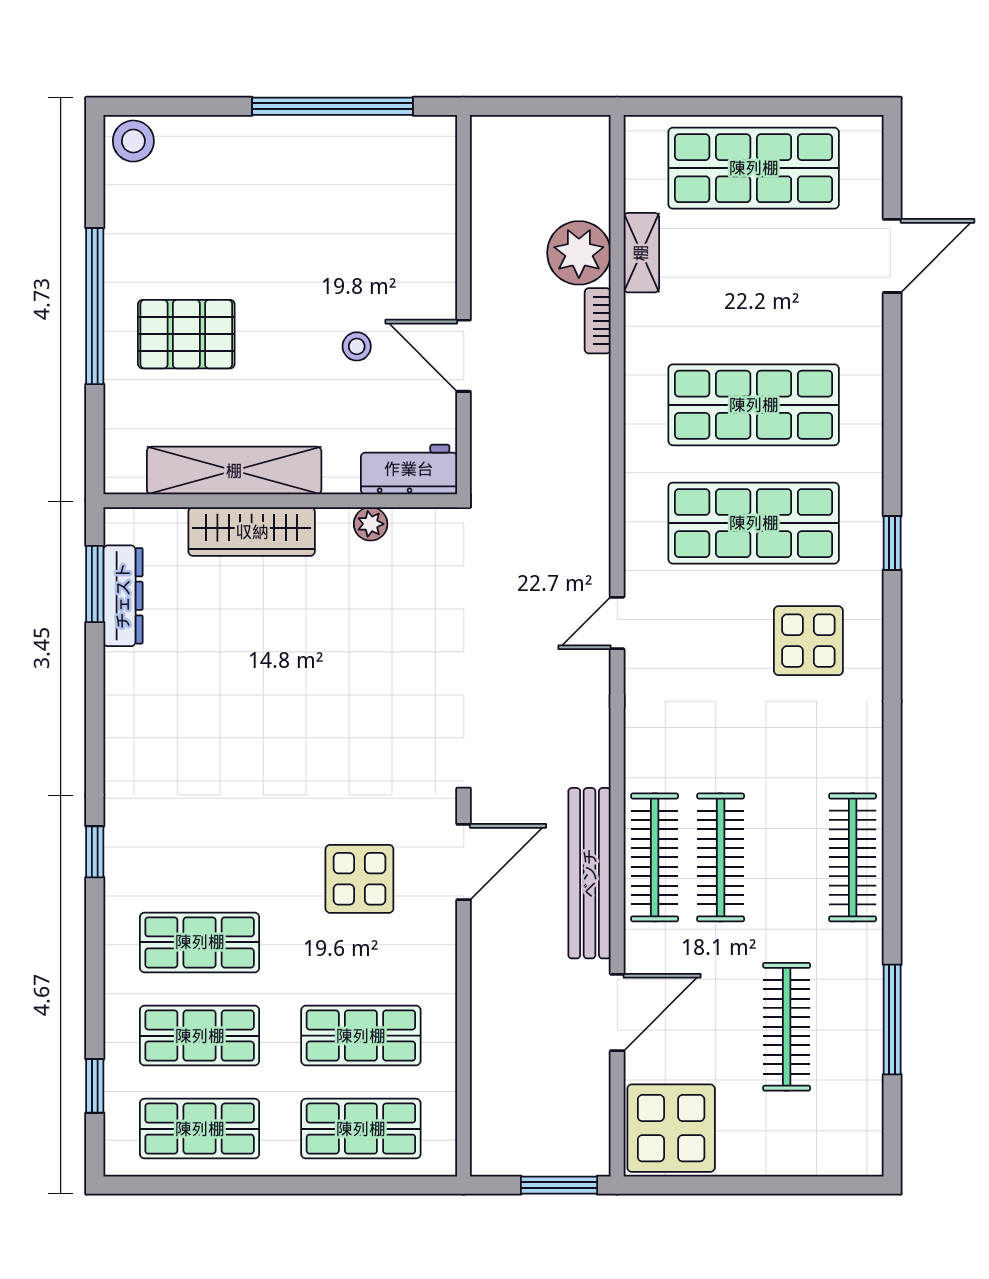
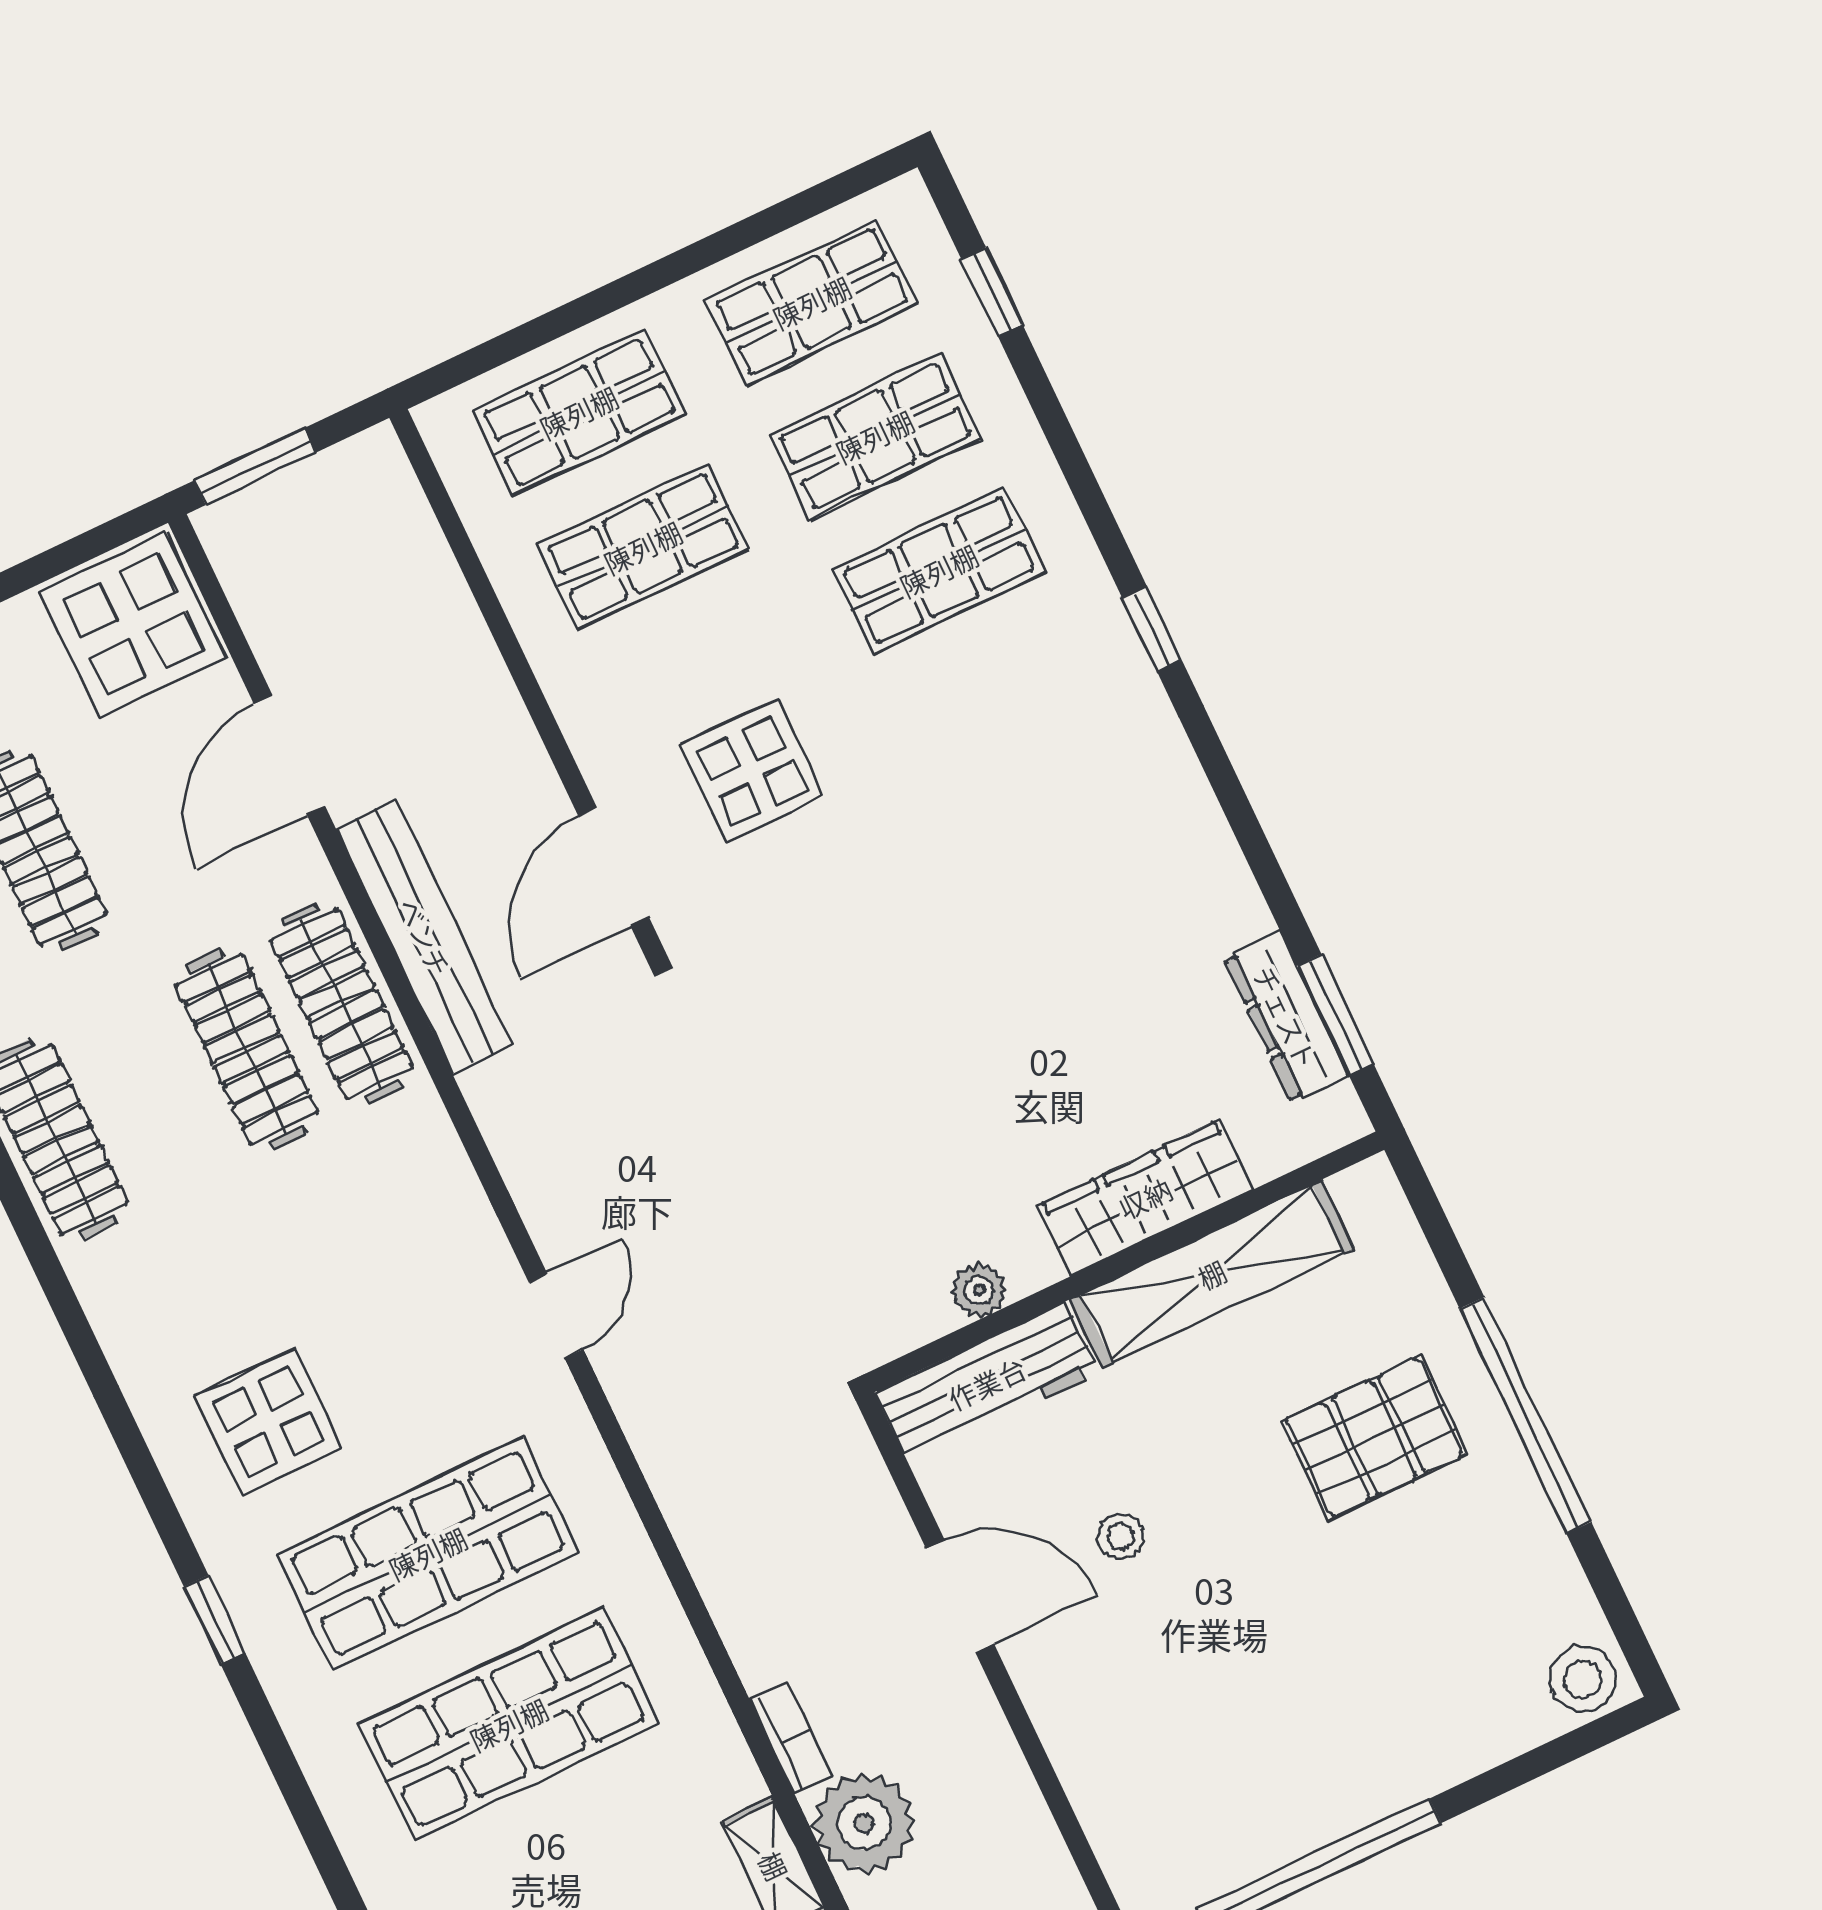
workbench: (409, 469) -> (987, 1383), width x1.38

